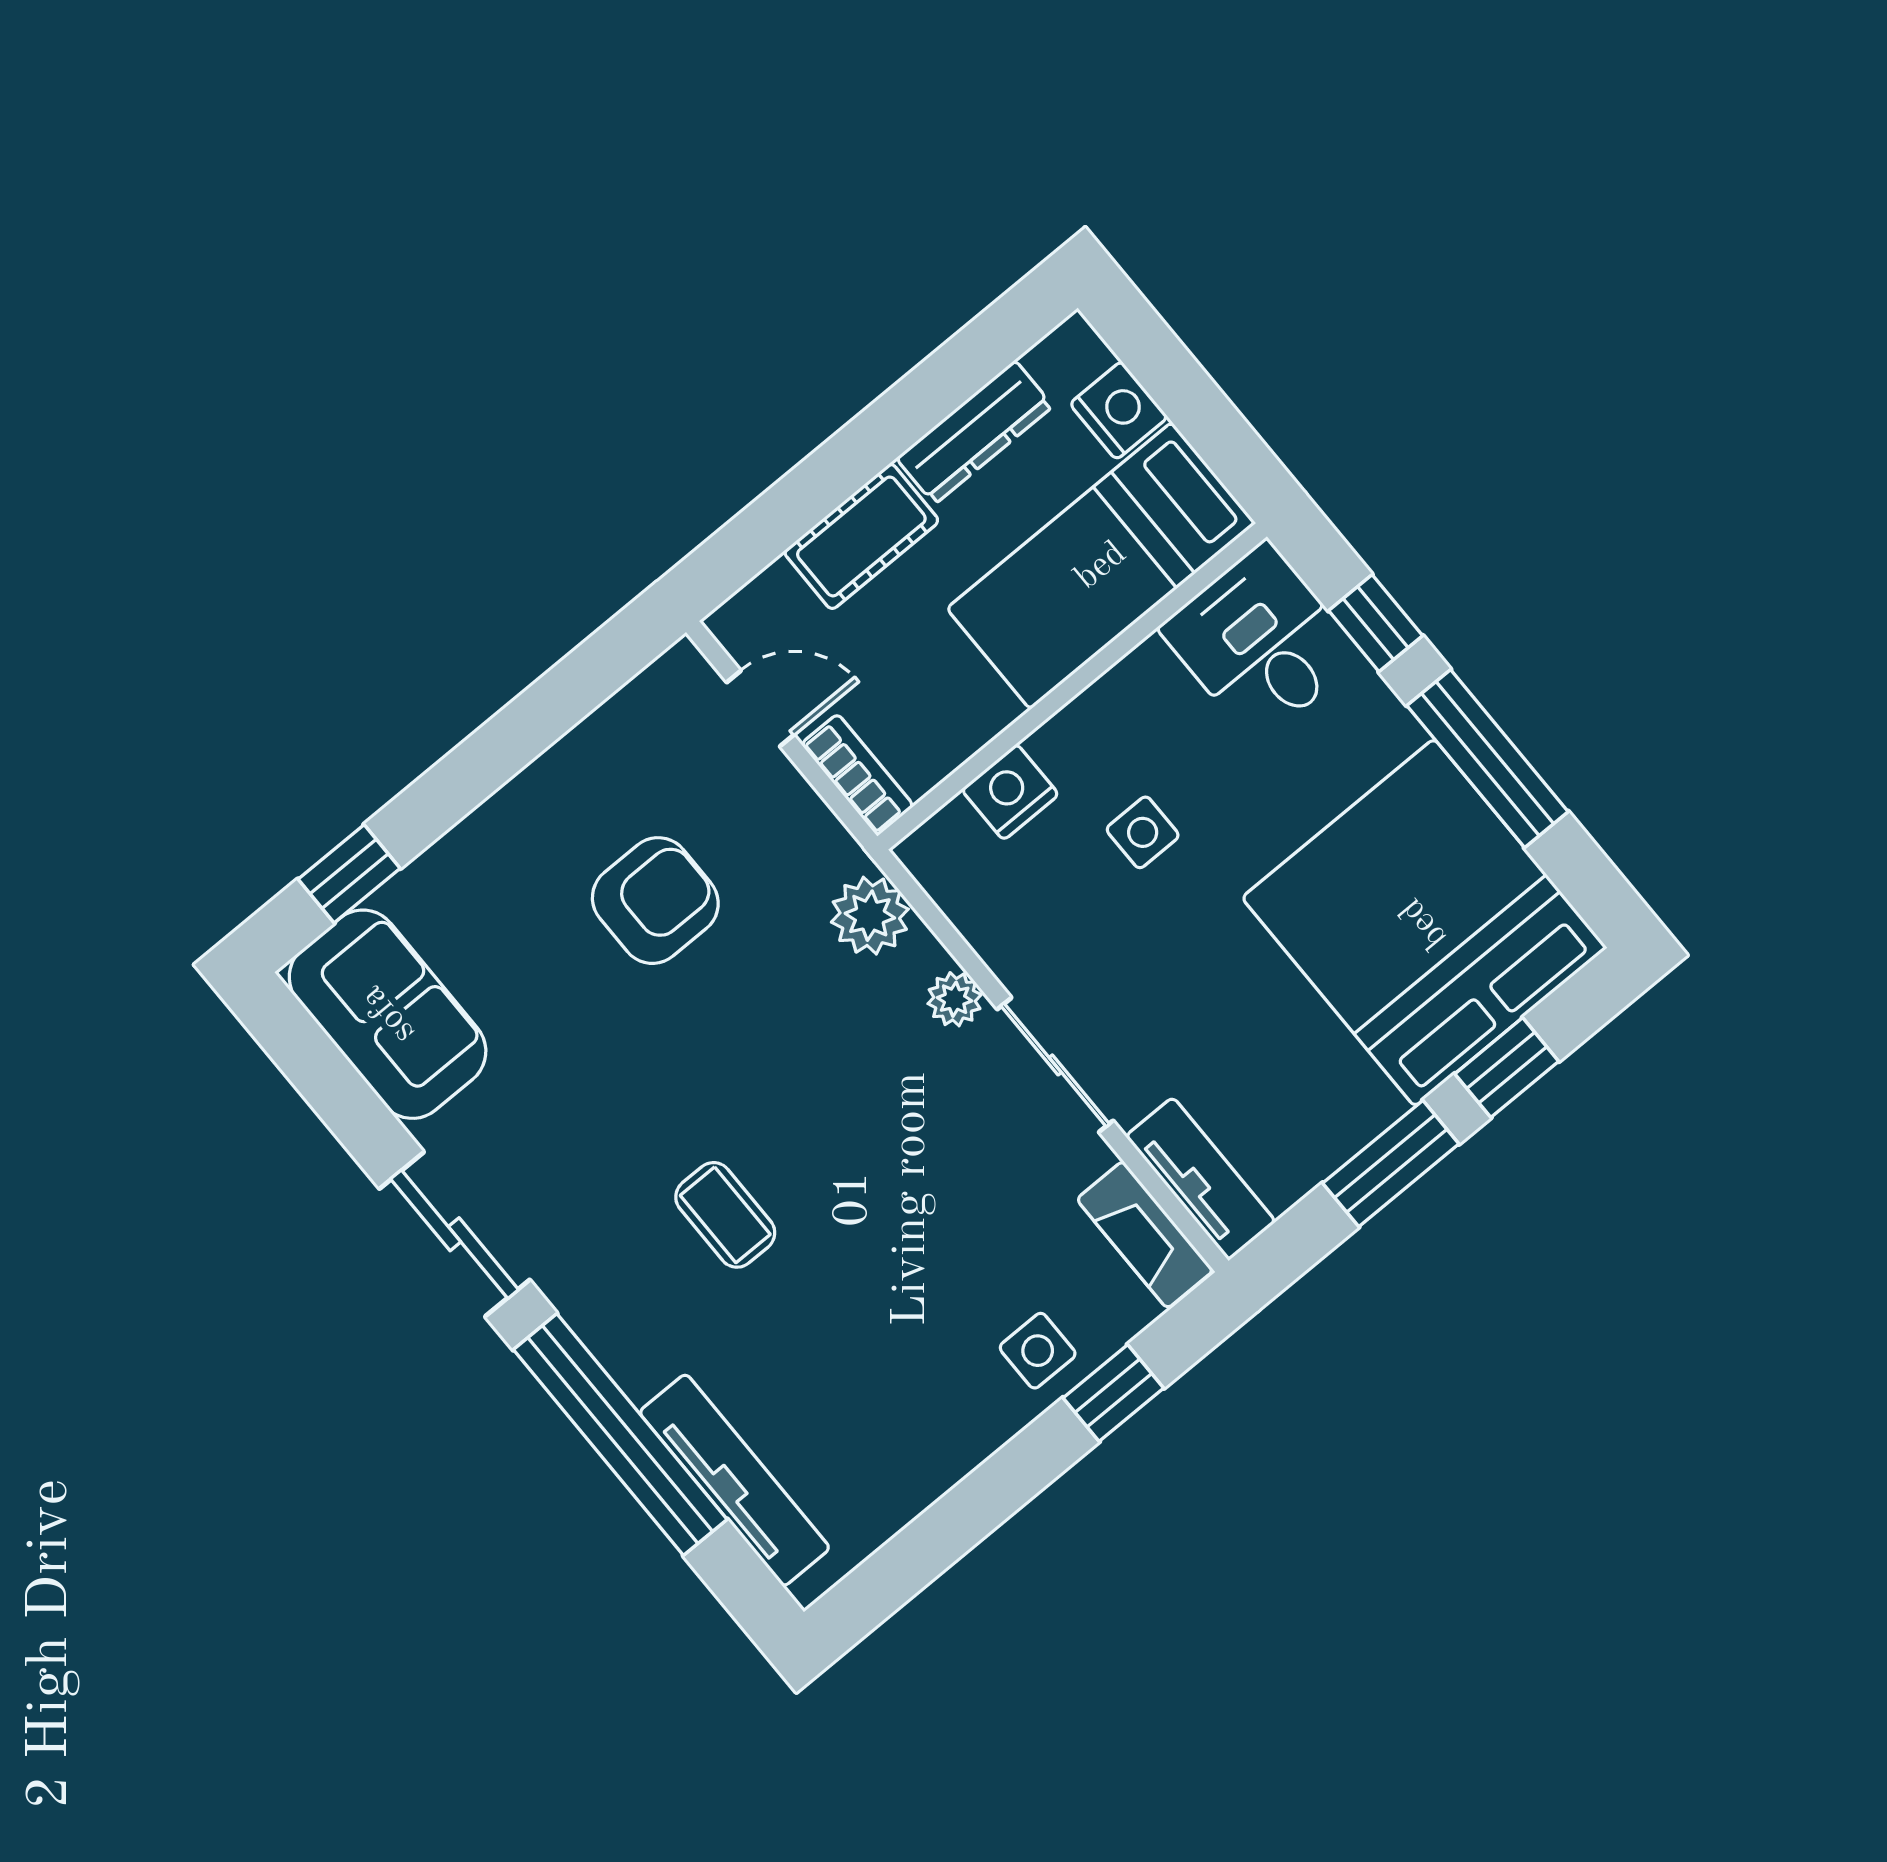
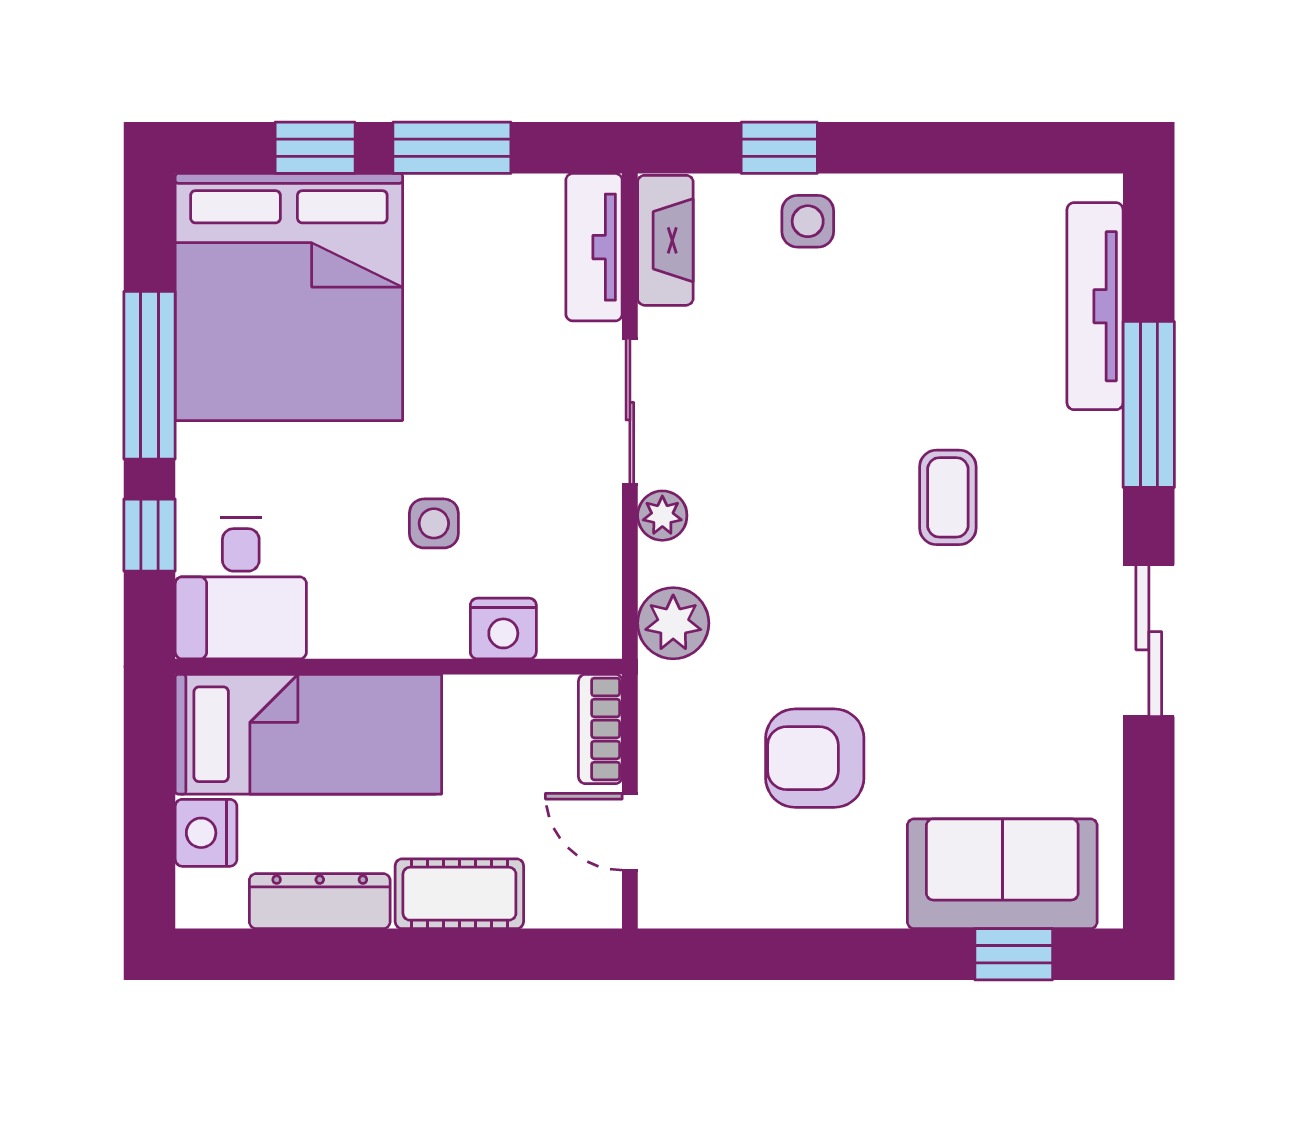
sofa: (388, 1014) -> (1002, 874), moved, turned 90
window: (620, 1435) -> (1149, 404), width x0.68

